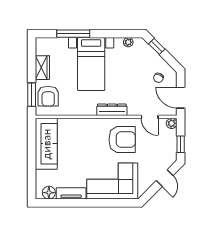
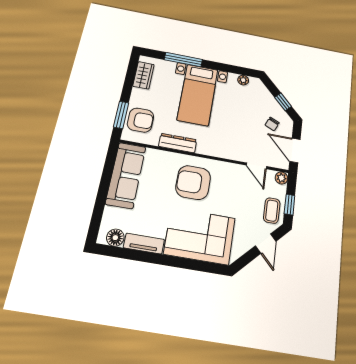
window: (157, 46) -> (283, 102), moved
wardrobe: (42, 68) -> (144, 75), moved
armchair: (48, 96) -> (141, 120), turned -90
dresser: (112, 110) -> (178, 143), moved
armchair: (122, 140) -> (193, 182), moved, turned 180
coffee table: (167, 152) -> (272, 211), added

